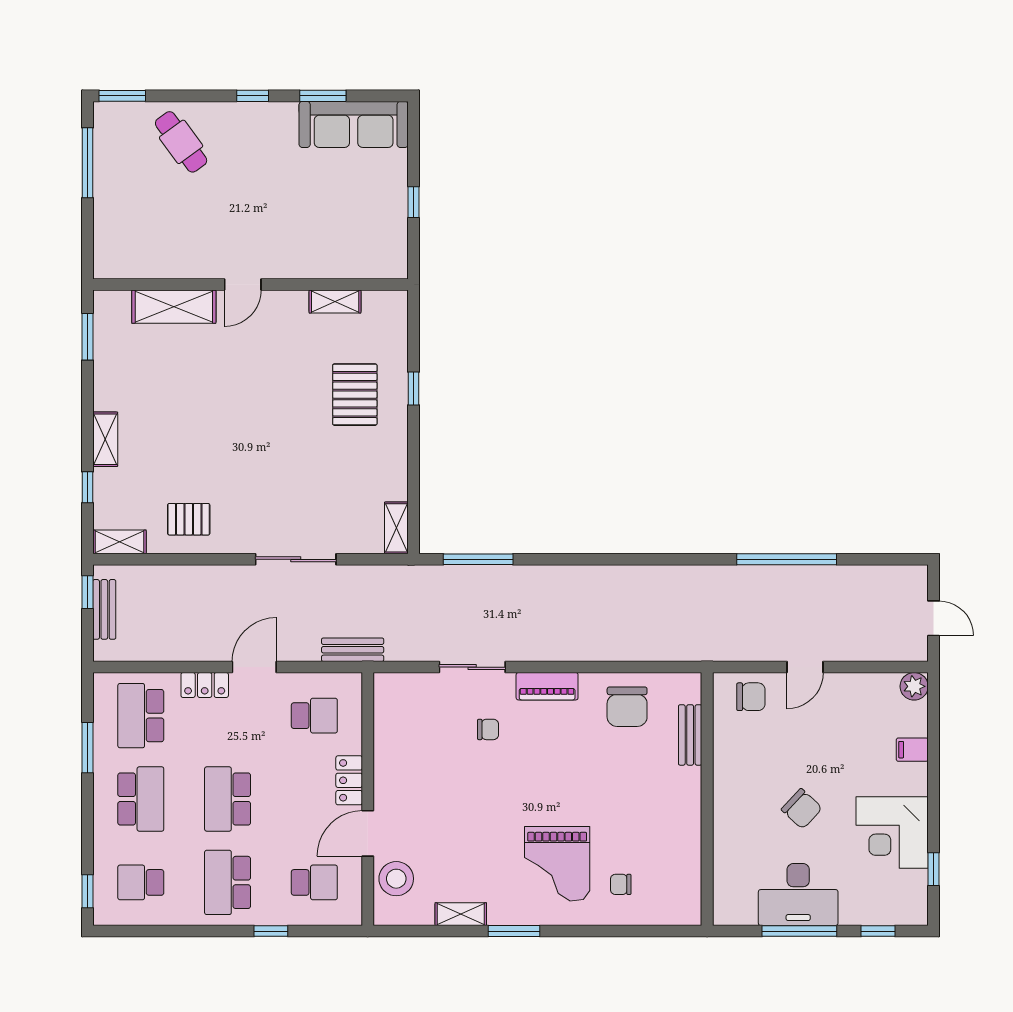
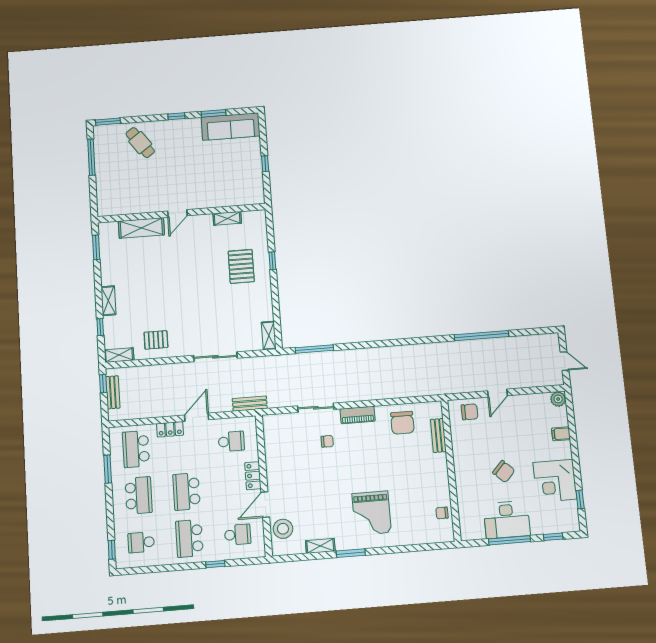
chair: (621, 884) -> (442, 513), moved

